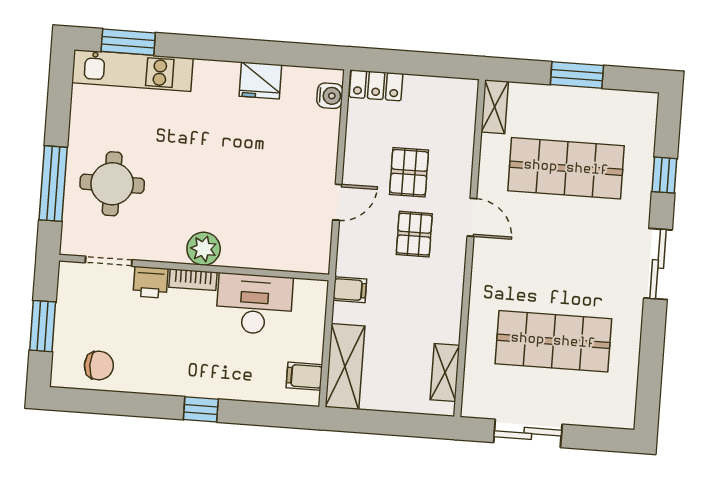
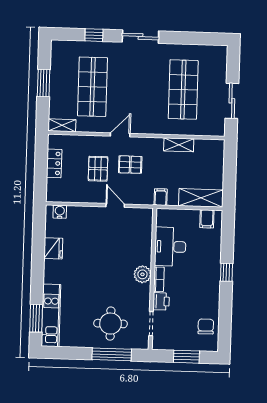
locker: (376, 85) -> (54, 163), moved
pallet: (409, 172) -> (98, 169), turned 90
shelving: (445, 372) -> (179, 145), moved

